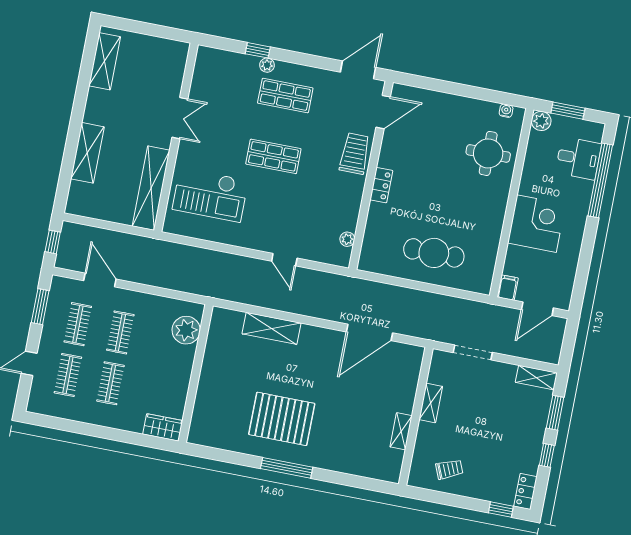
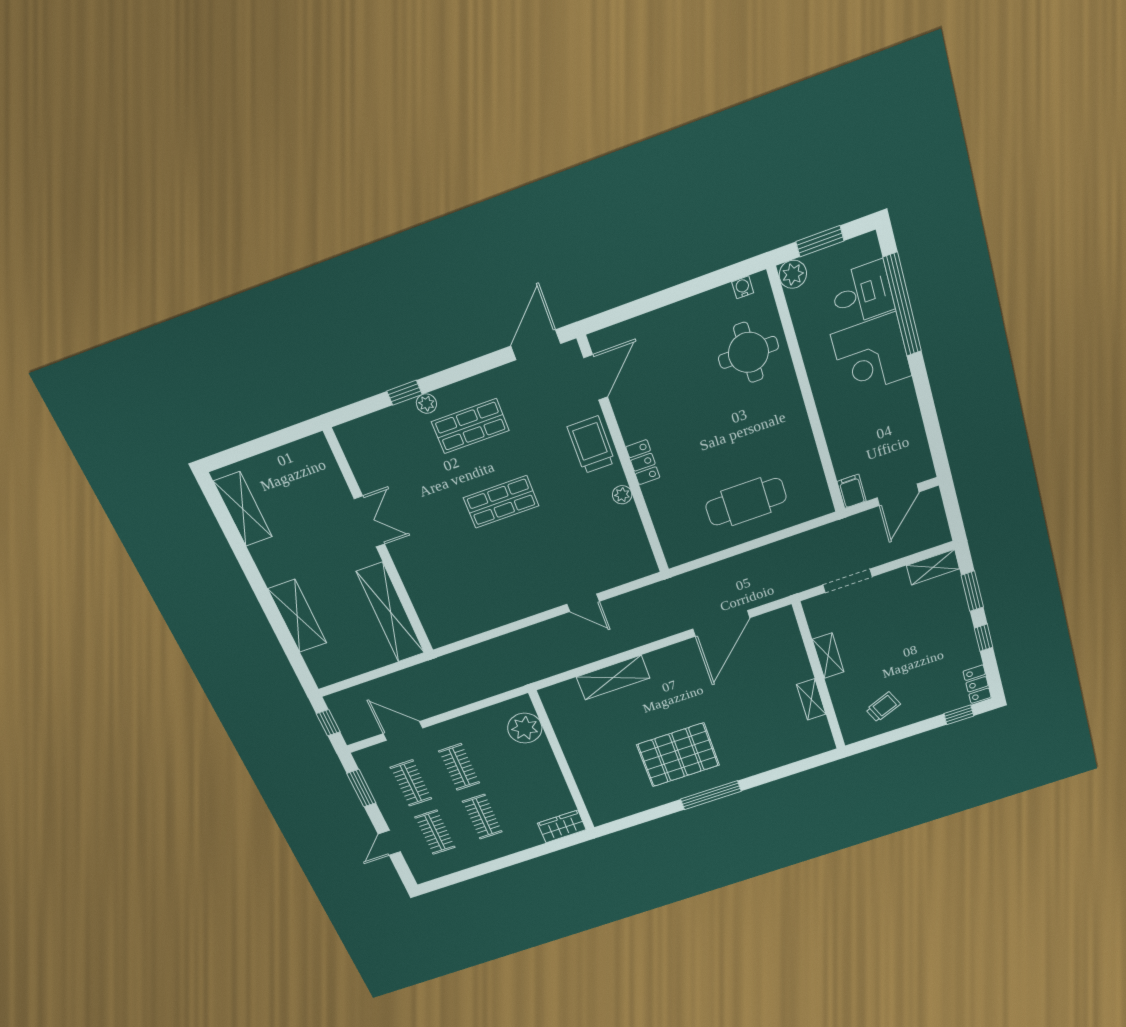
checkout: (210, 195) -> (459, 583), removed
corner desk: (537, 224) -> (871, 355), moved, turned 180
plant: (347, 239) -> (622, 495), moved

